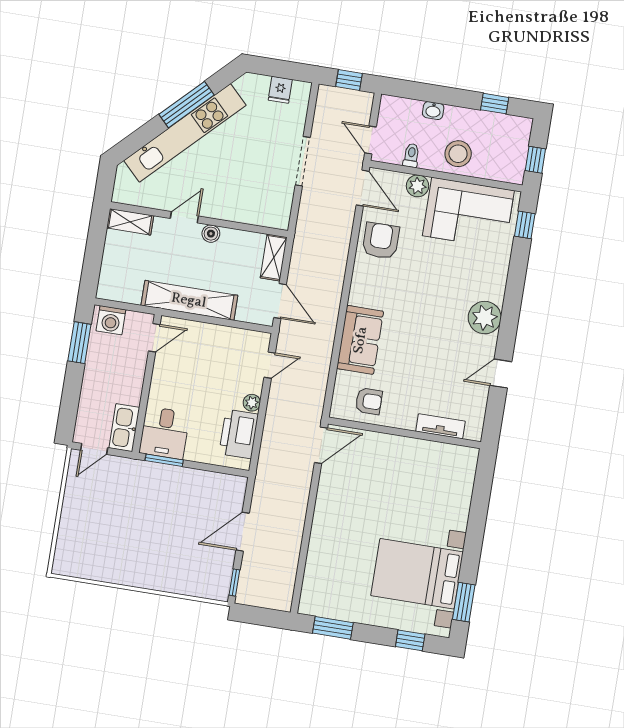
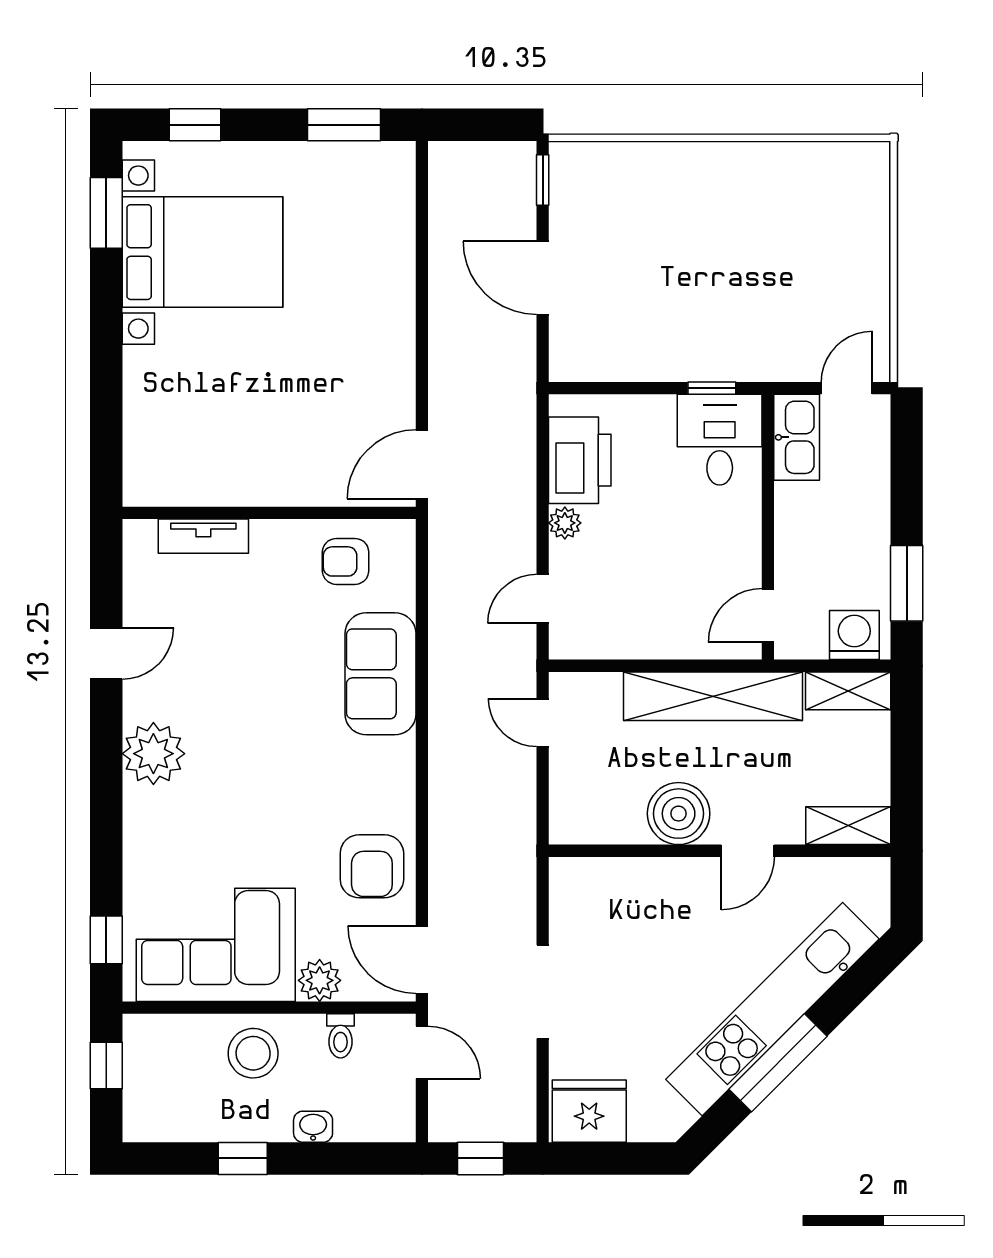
fridge: (280, 90) -> (589, 1111), width x1.88, depth x1.34
window: (495, 104) -> (243, 1158), moved
boiler: (211, 234) -> (679, 814), width x1.86, depth x1.86
shelving: (274, 257) -> (848, 691), moved, turned 90
door: (280, 301) -> (543, 723), width x0.73
window: (164, 460) -> (712, 388), width x0.67
door: (243, 532) -> (543, 278), swing flipped

